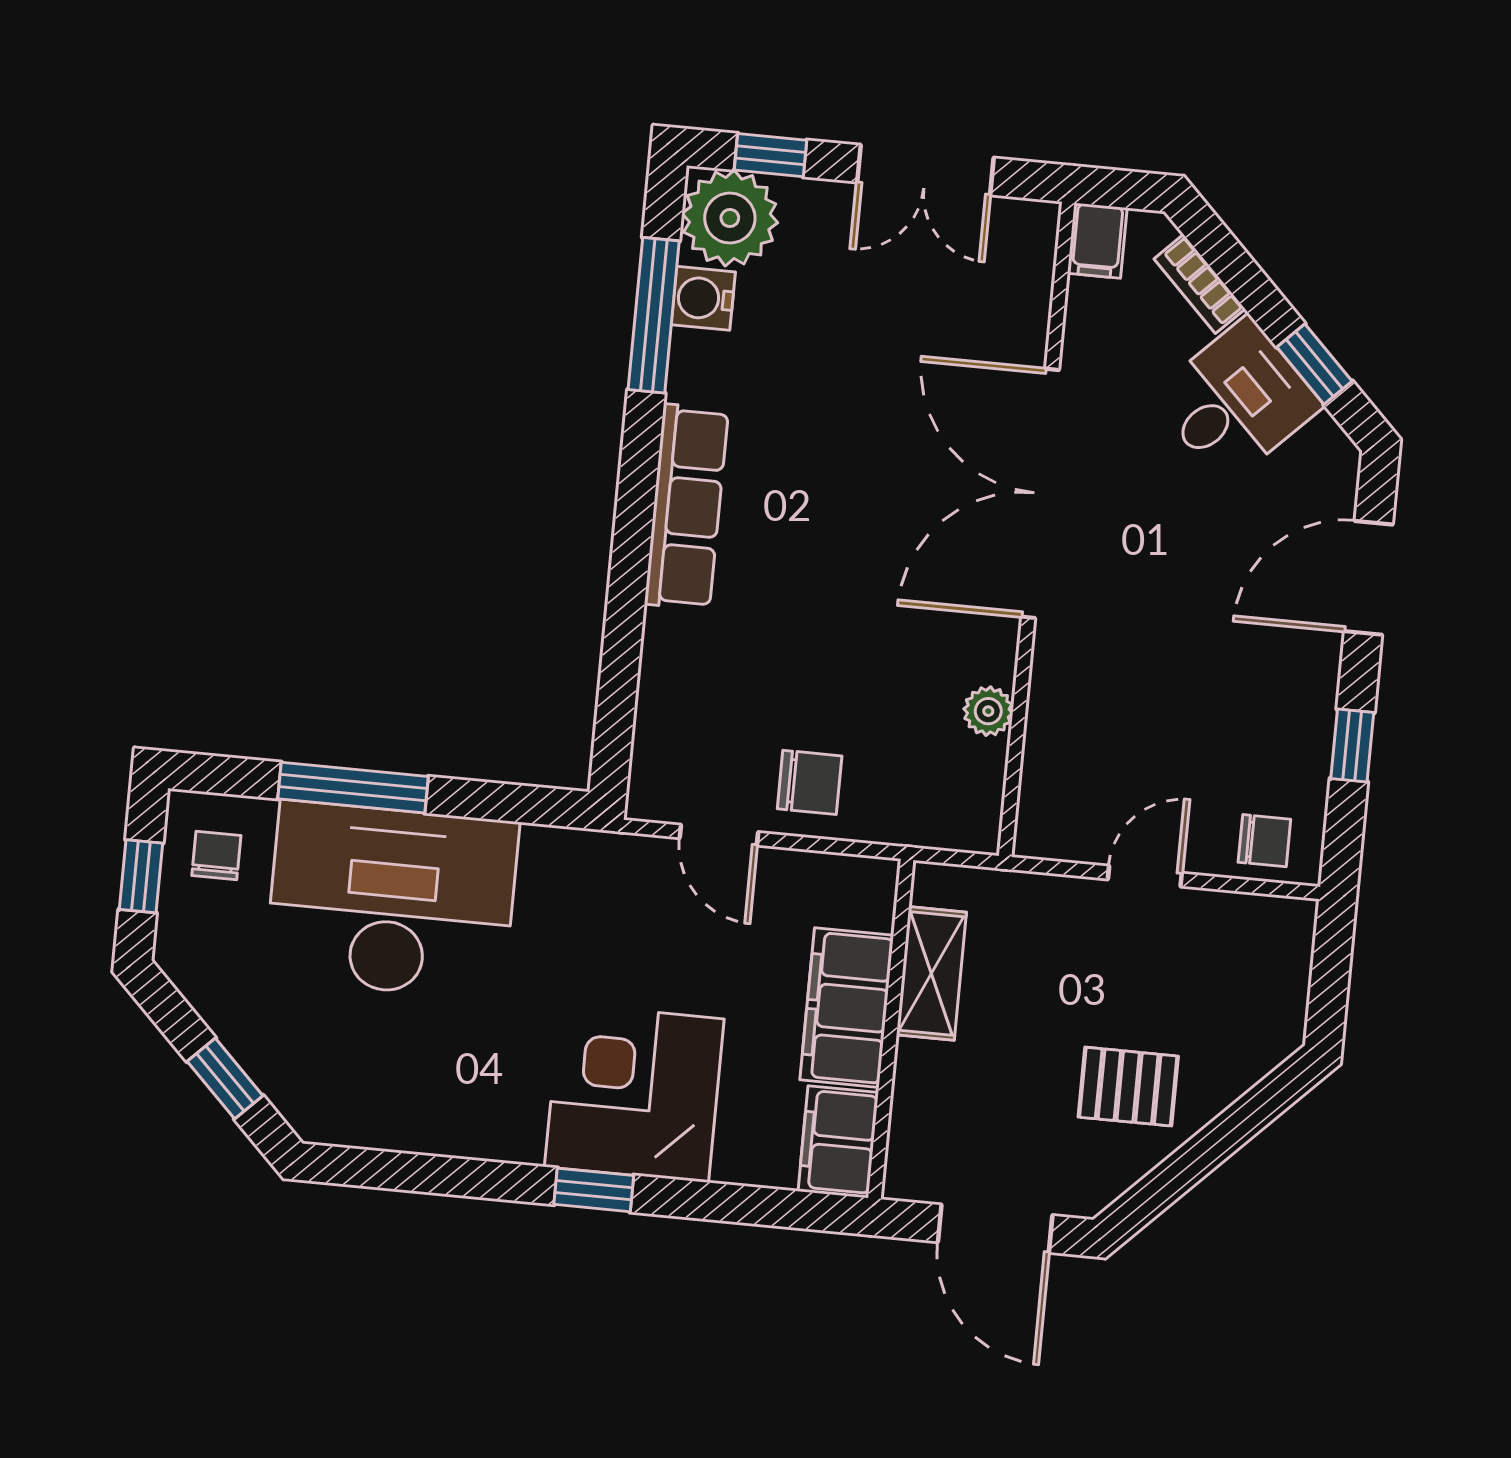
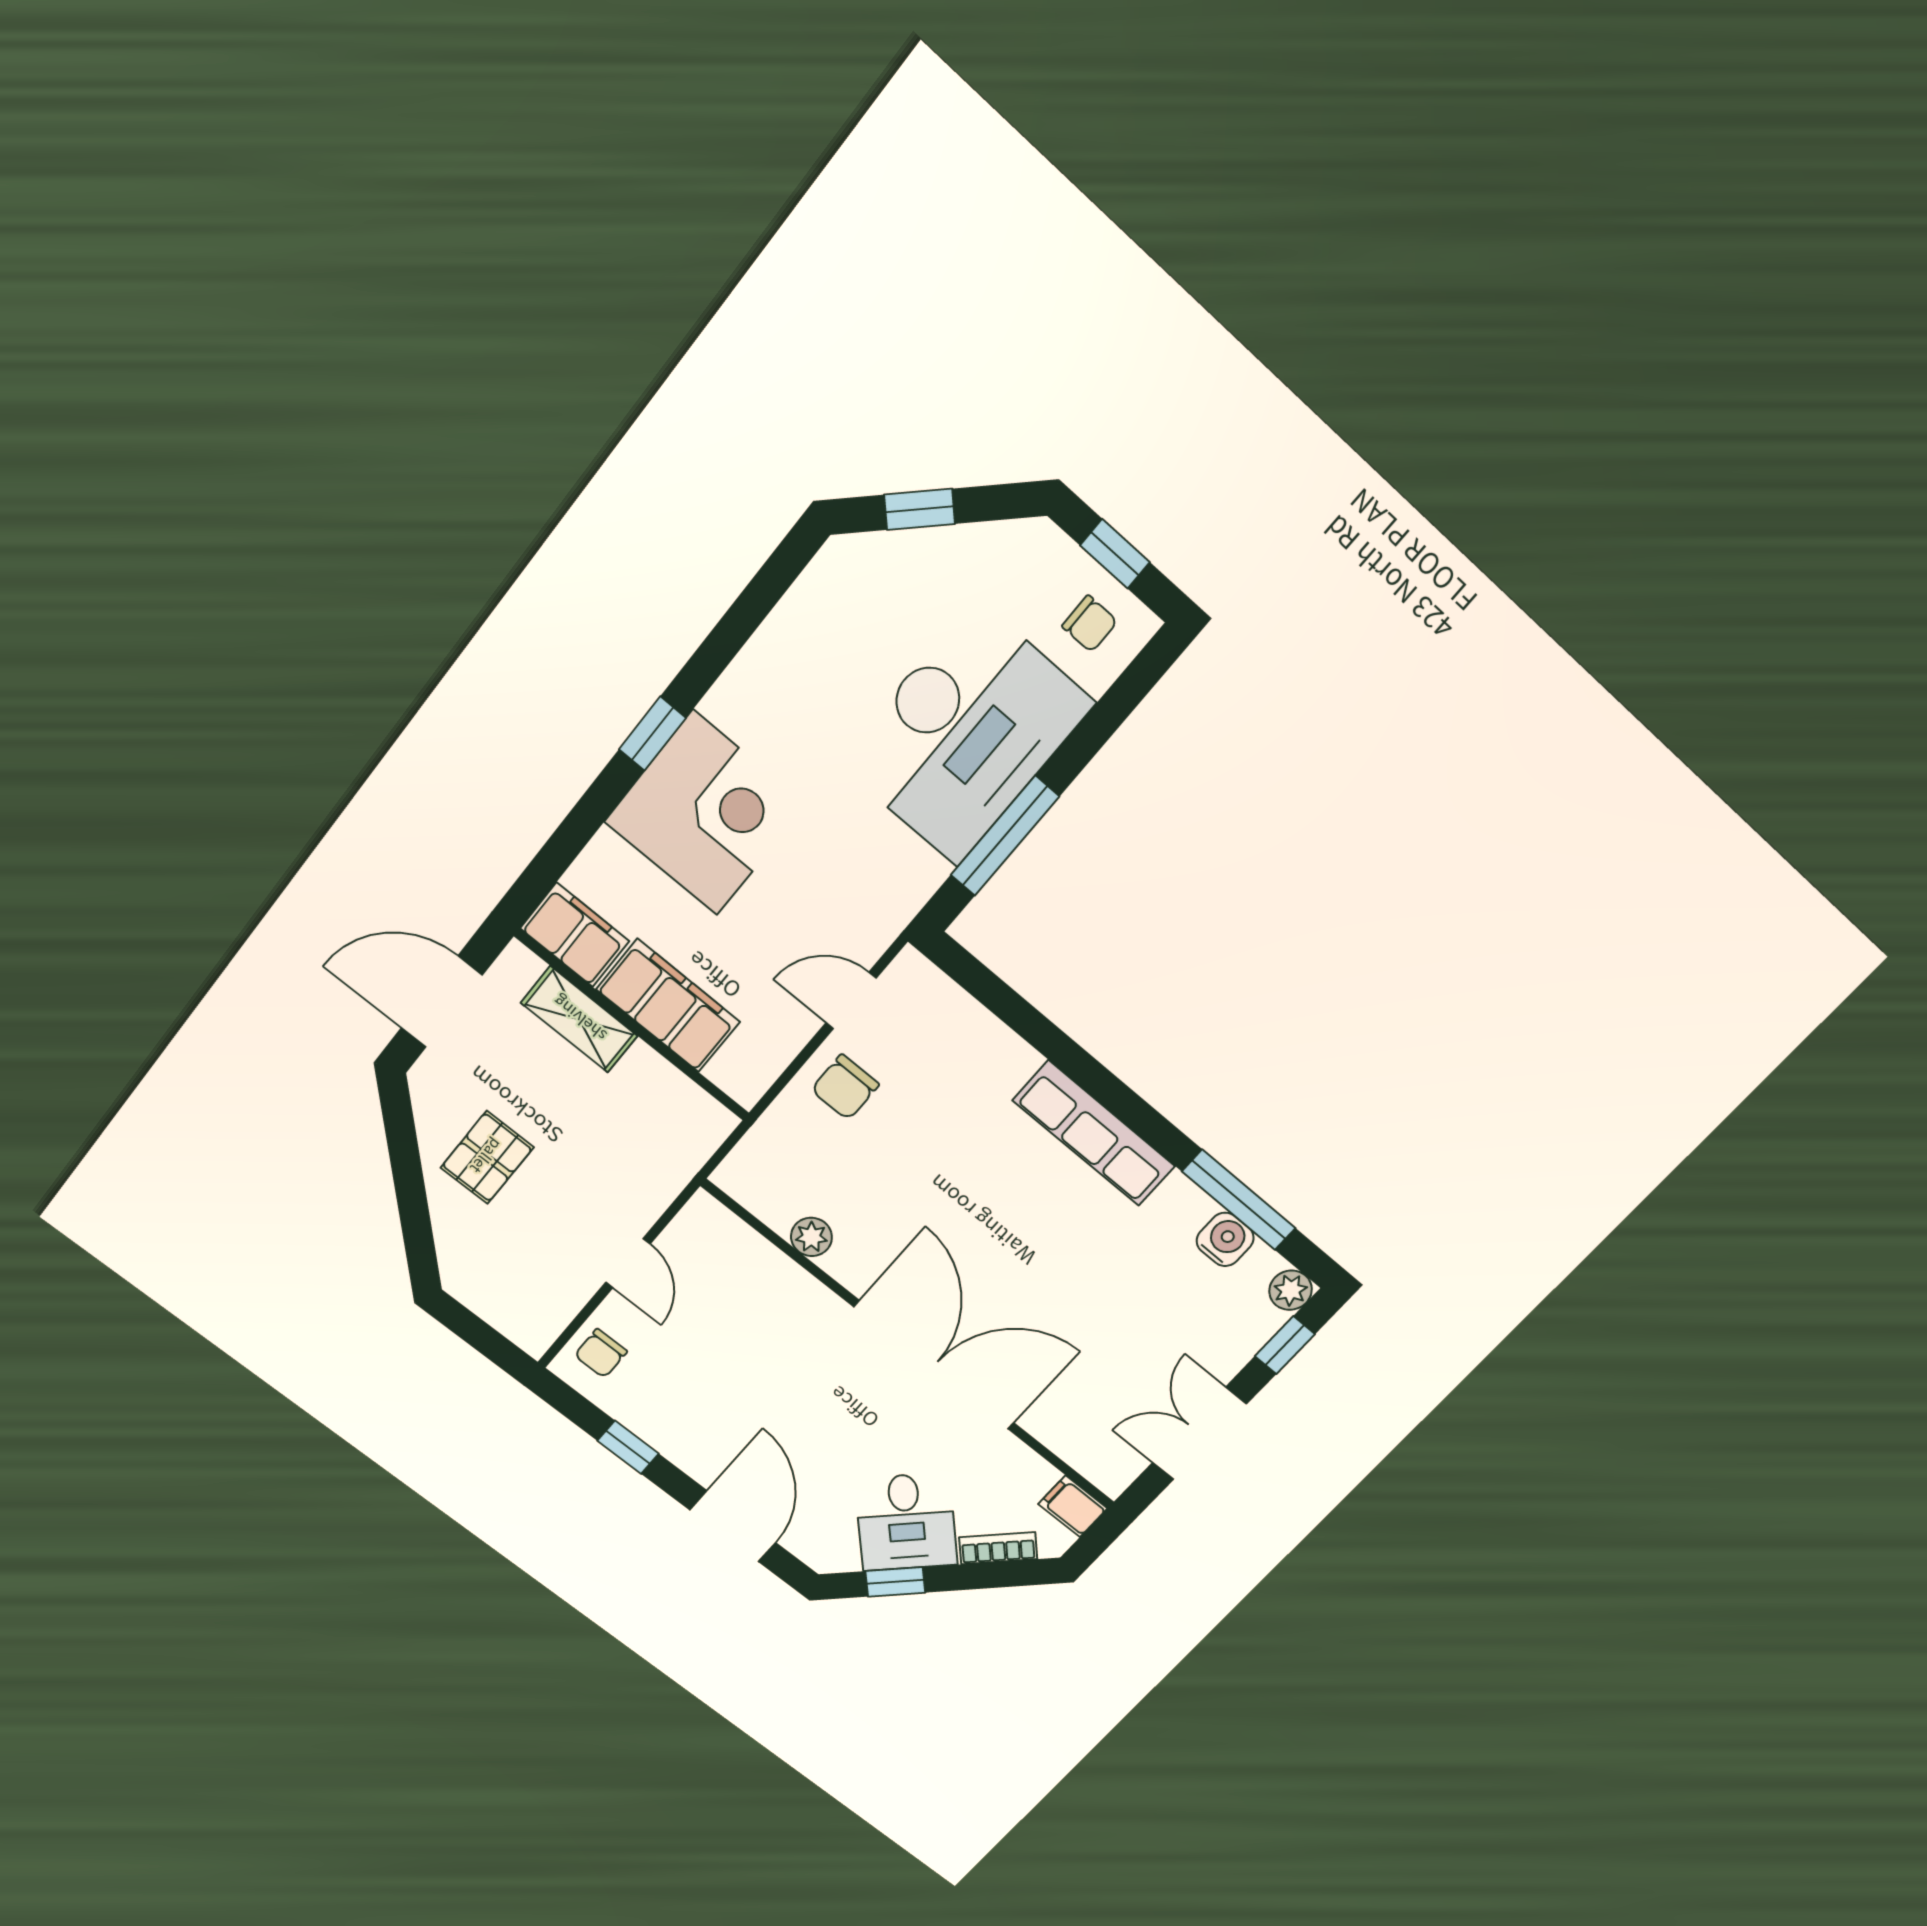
plant: (730, 218) -> (1291, 1290), width x0.53, depth x0.53
window: (353, 788) -> (1005, 836), moved
shelving: (931, 973) -> (579, 1019), moved

